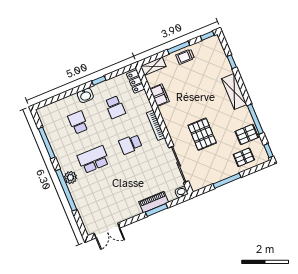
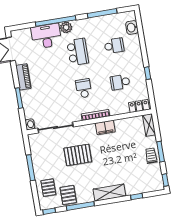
washbasin: (85, 95) -> (132, 27), moved
filing cabinet: (160, 95) -> (105, 127), moved
desk: (84, 196) -> (46, 36), added
piano: (154, 202) -> (23, 77), moved

